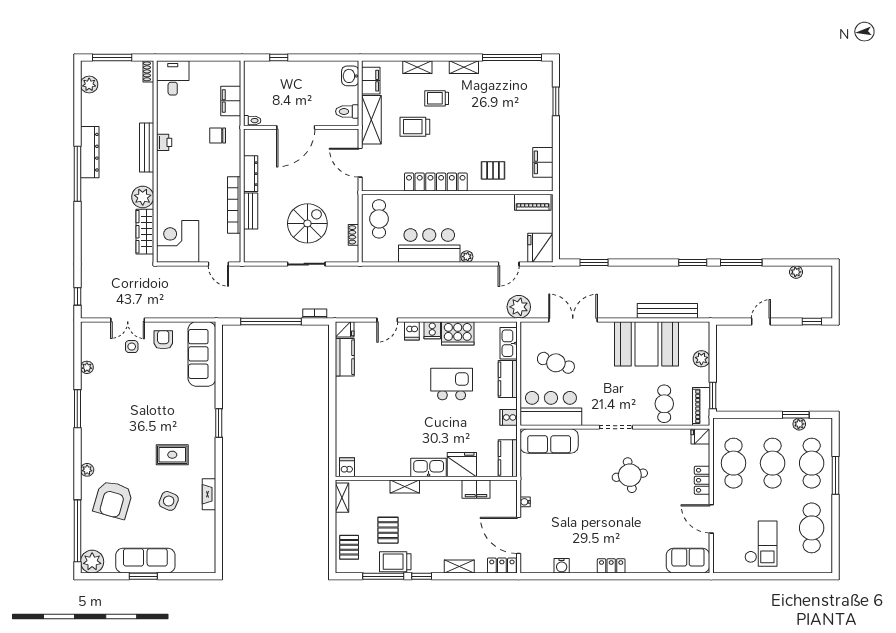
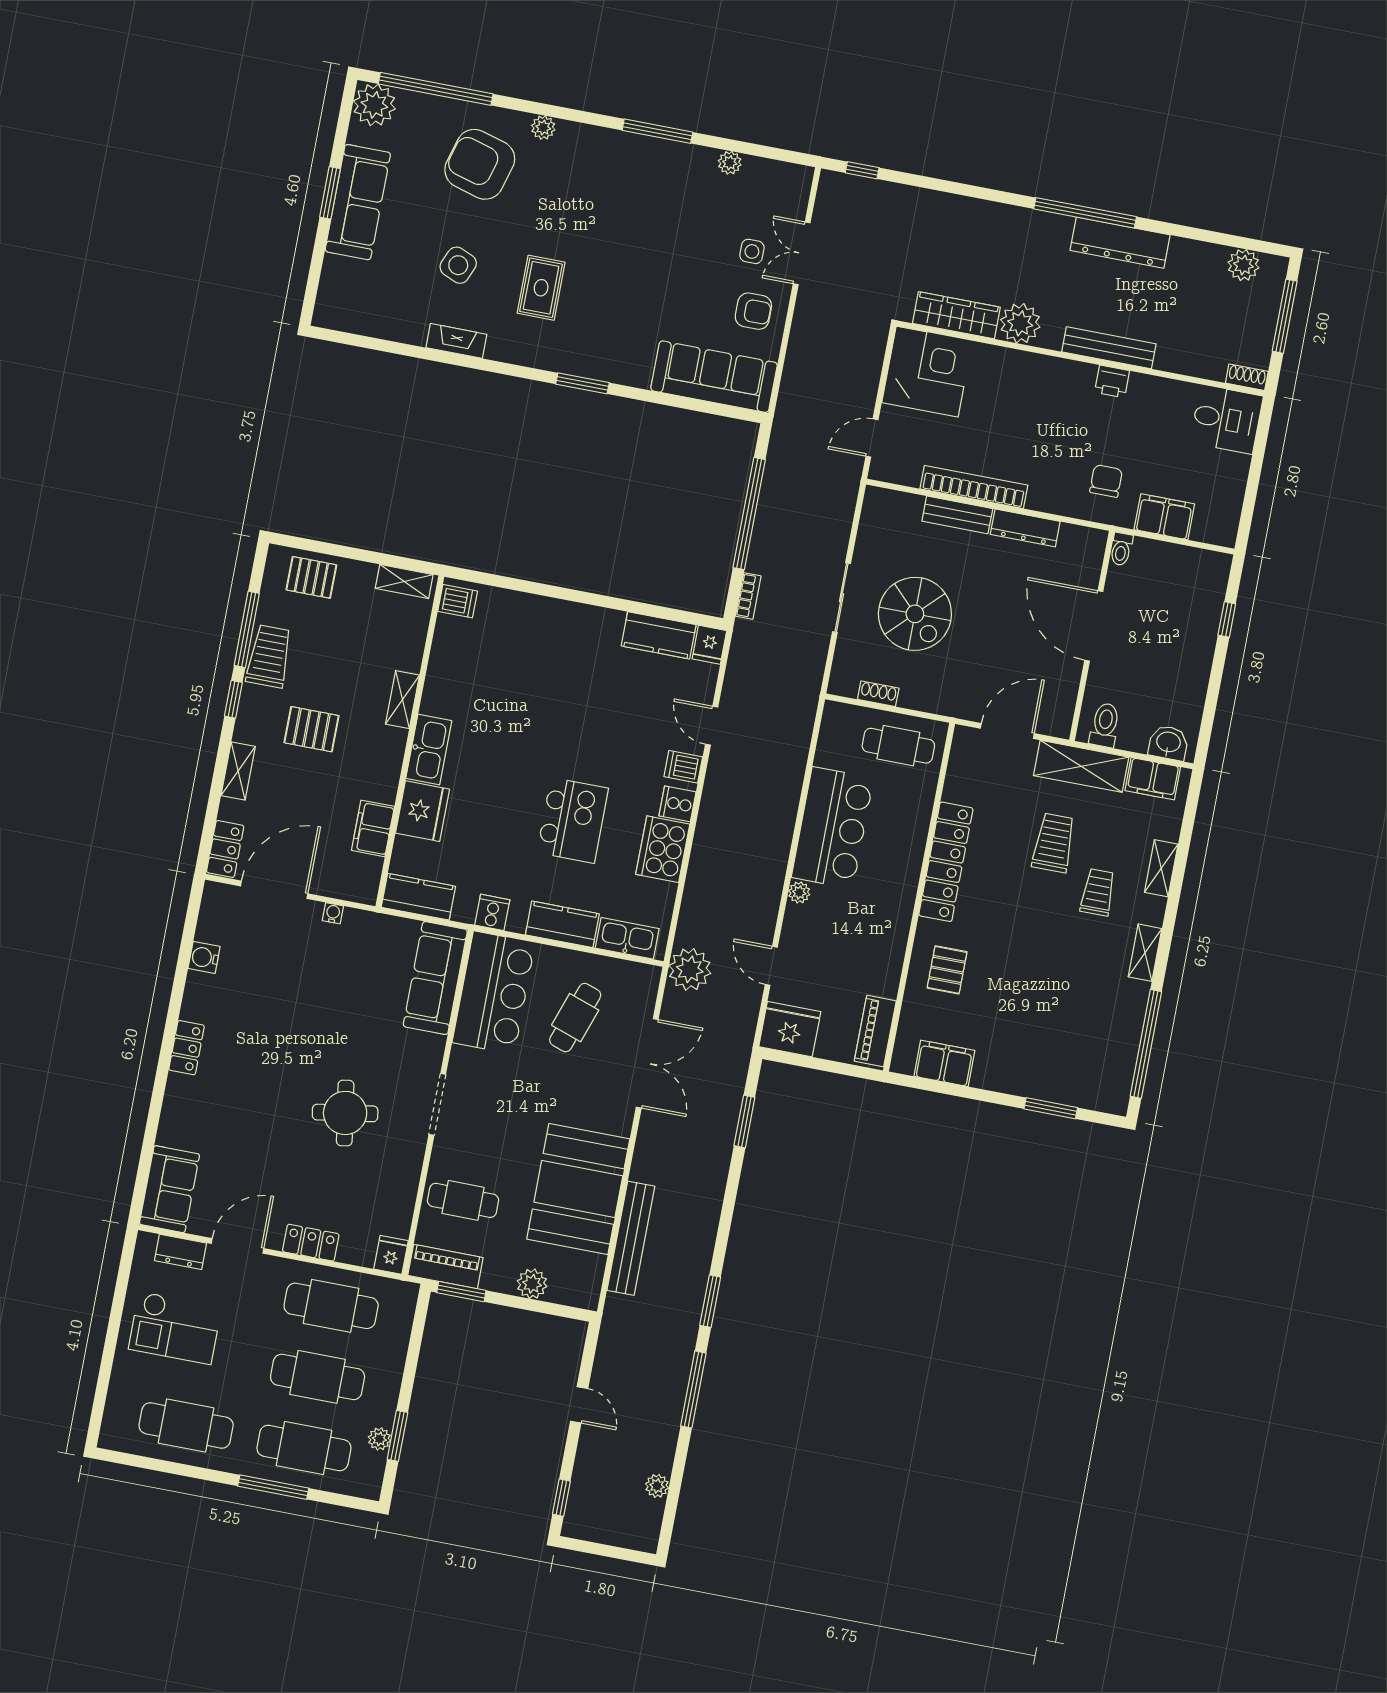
pallet: (388, 530) -> (312, 729), moved
dresser: (720, 548) -> (181, 1252), added

